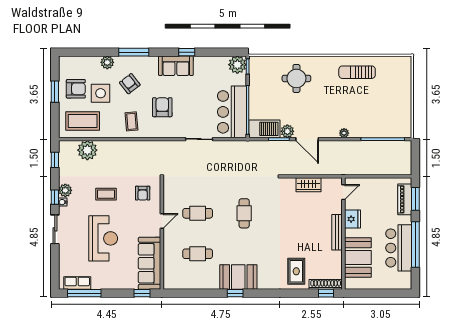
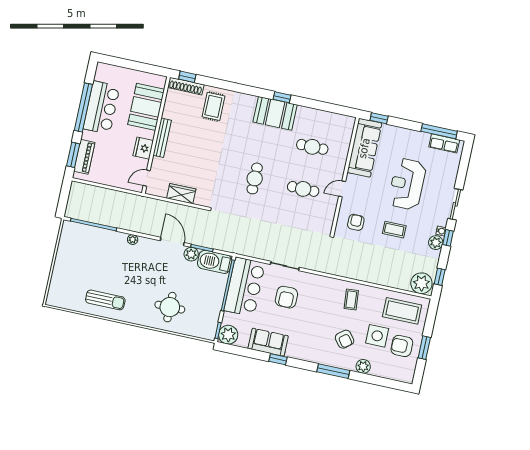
sofa: (176, 66) -> (268, 342), moved
armchair: (162, 107) -> (286, 297), moved
plant: (87, 150) -> (421, 283), moved

